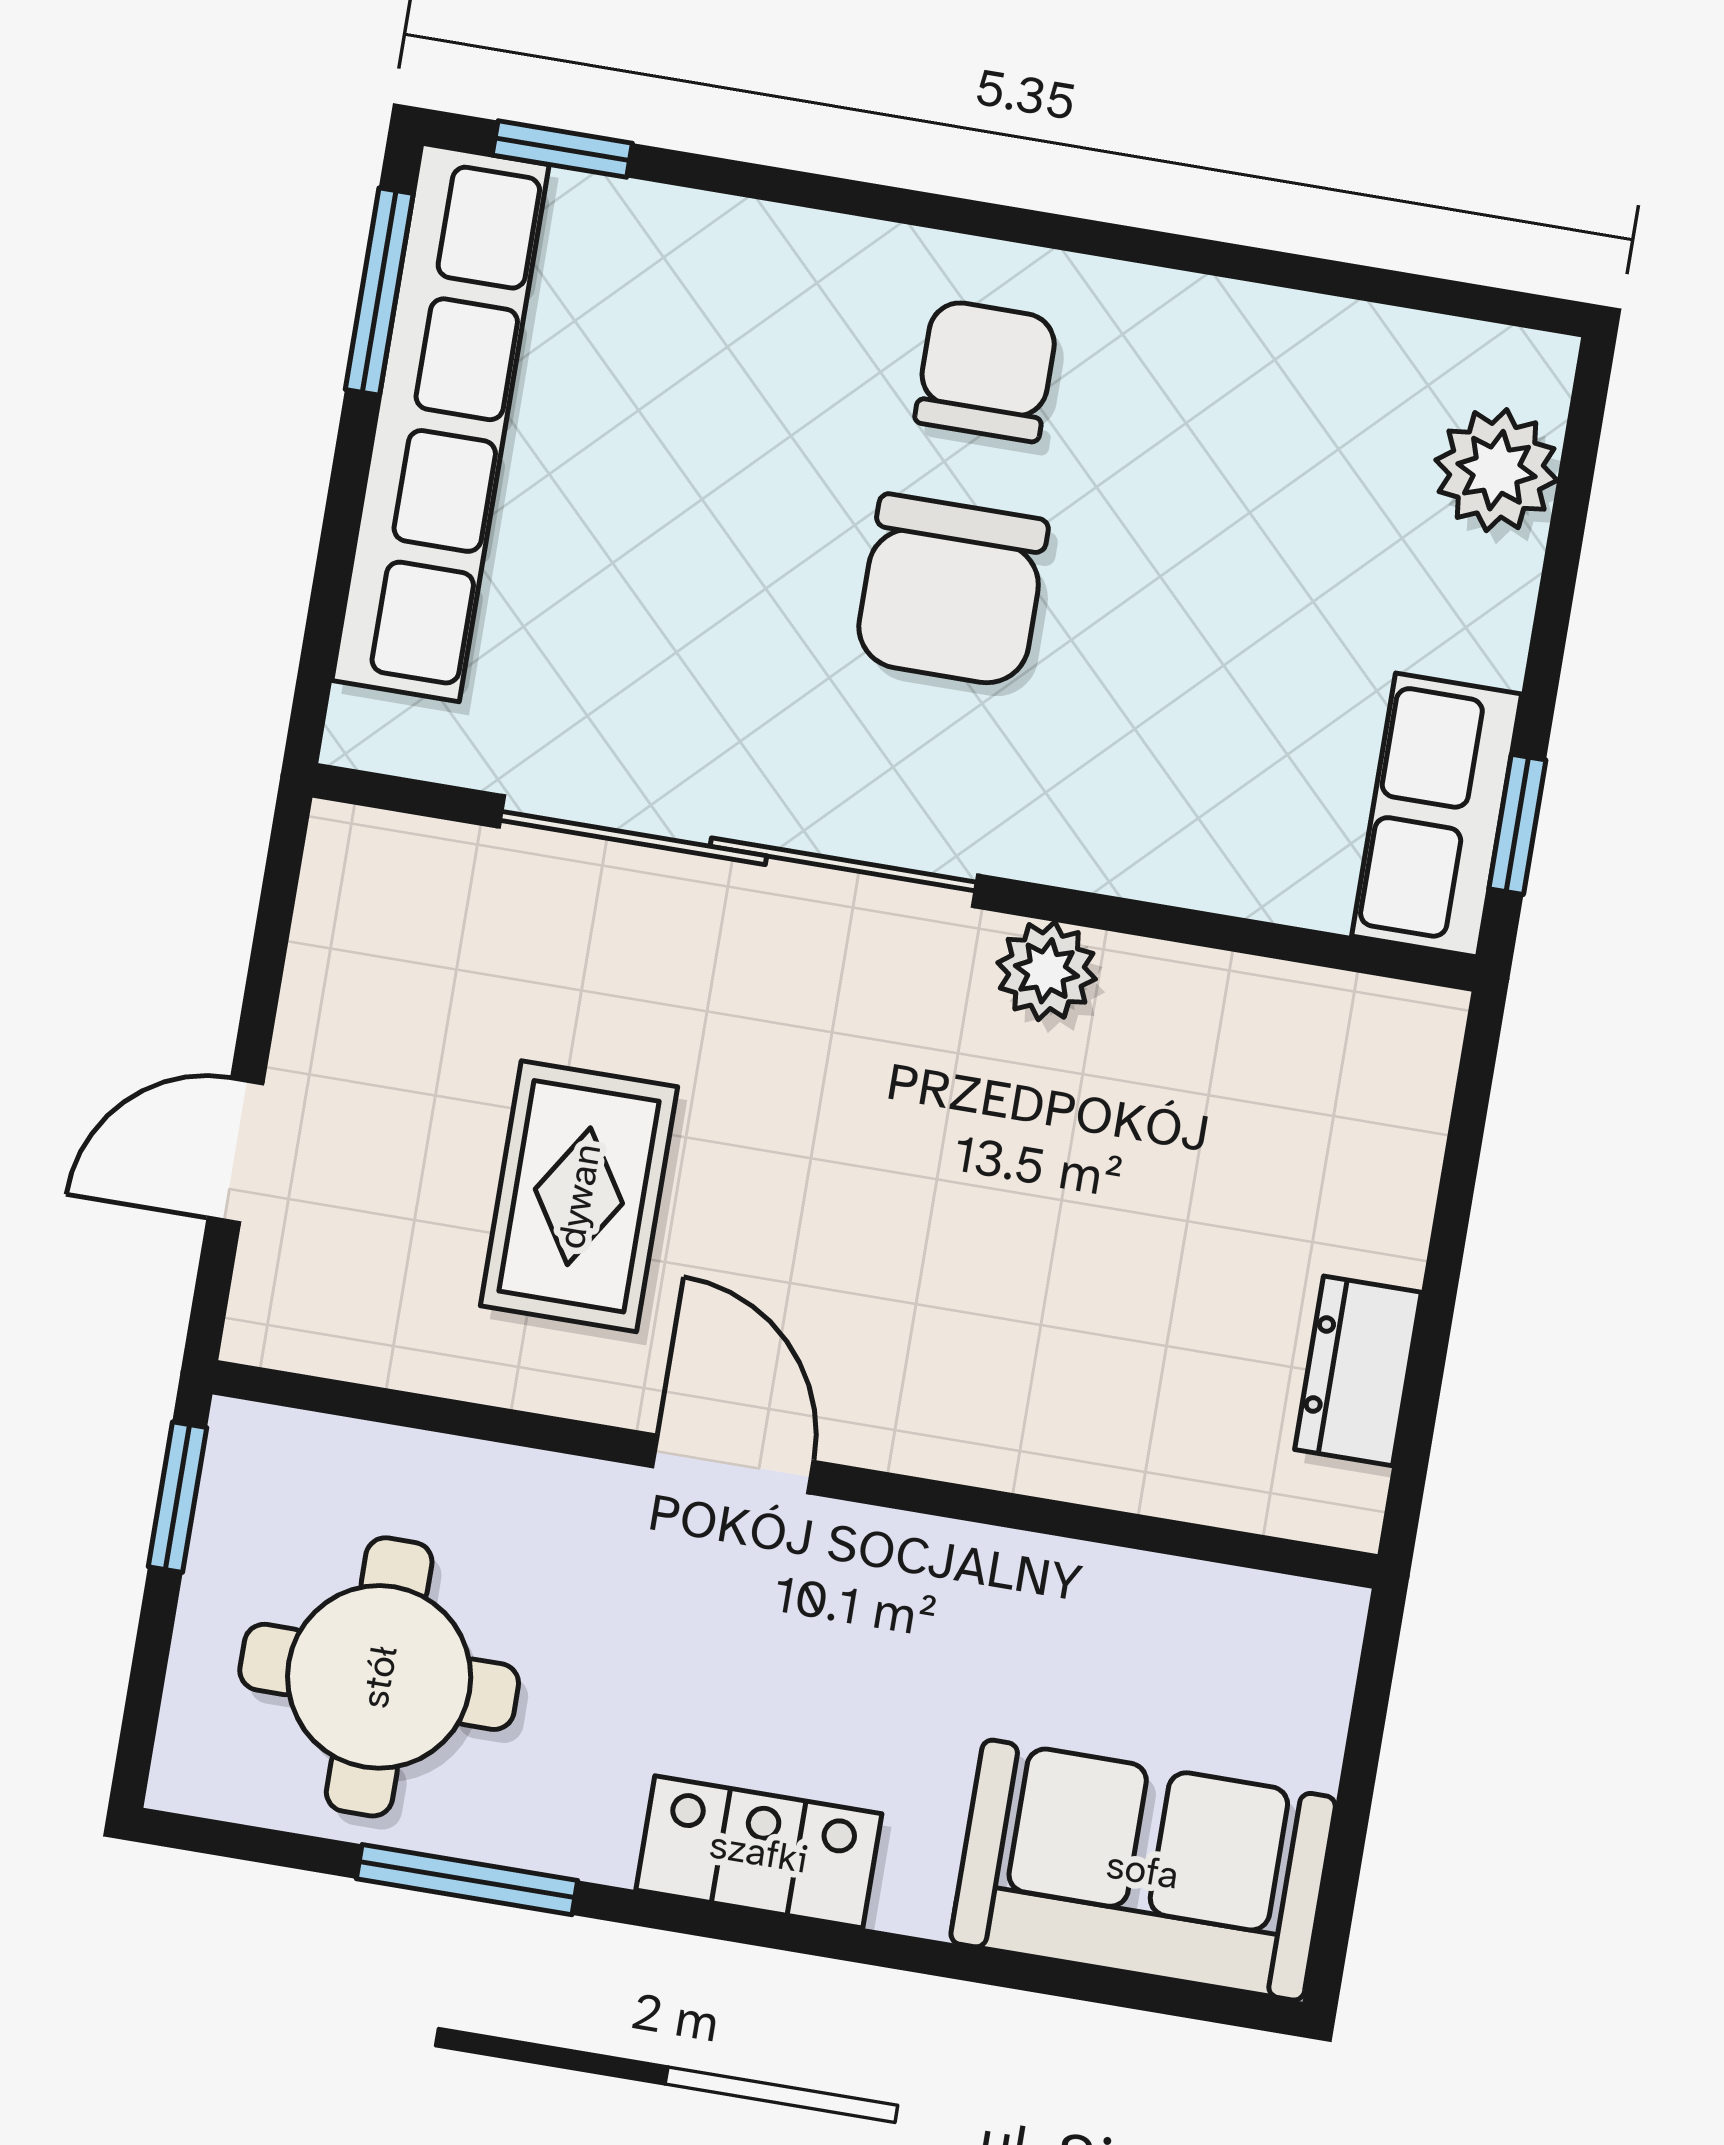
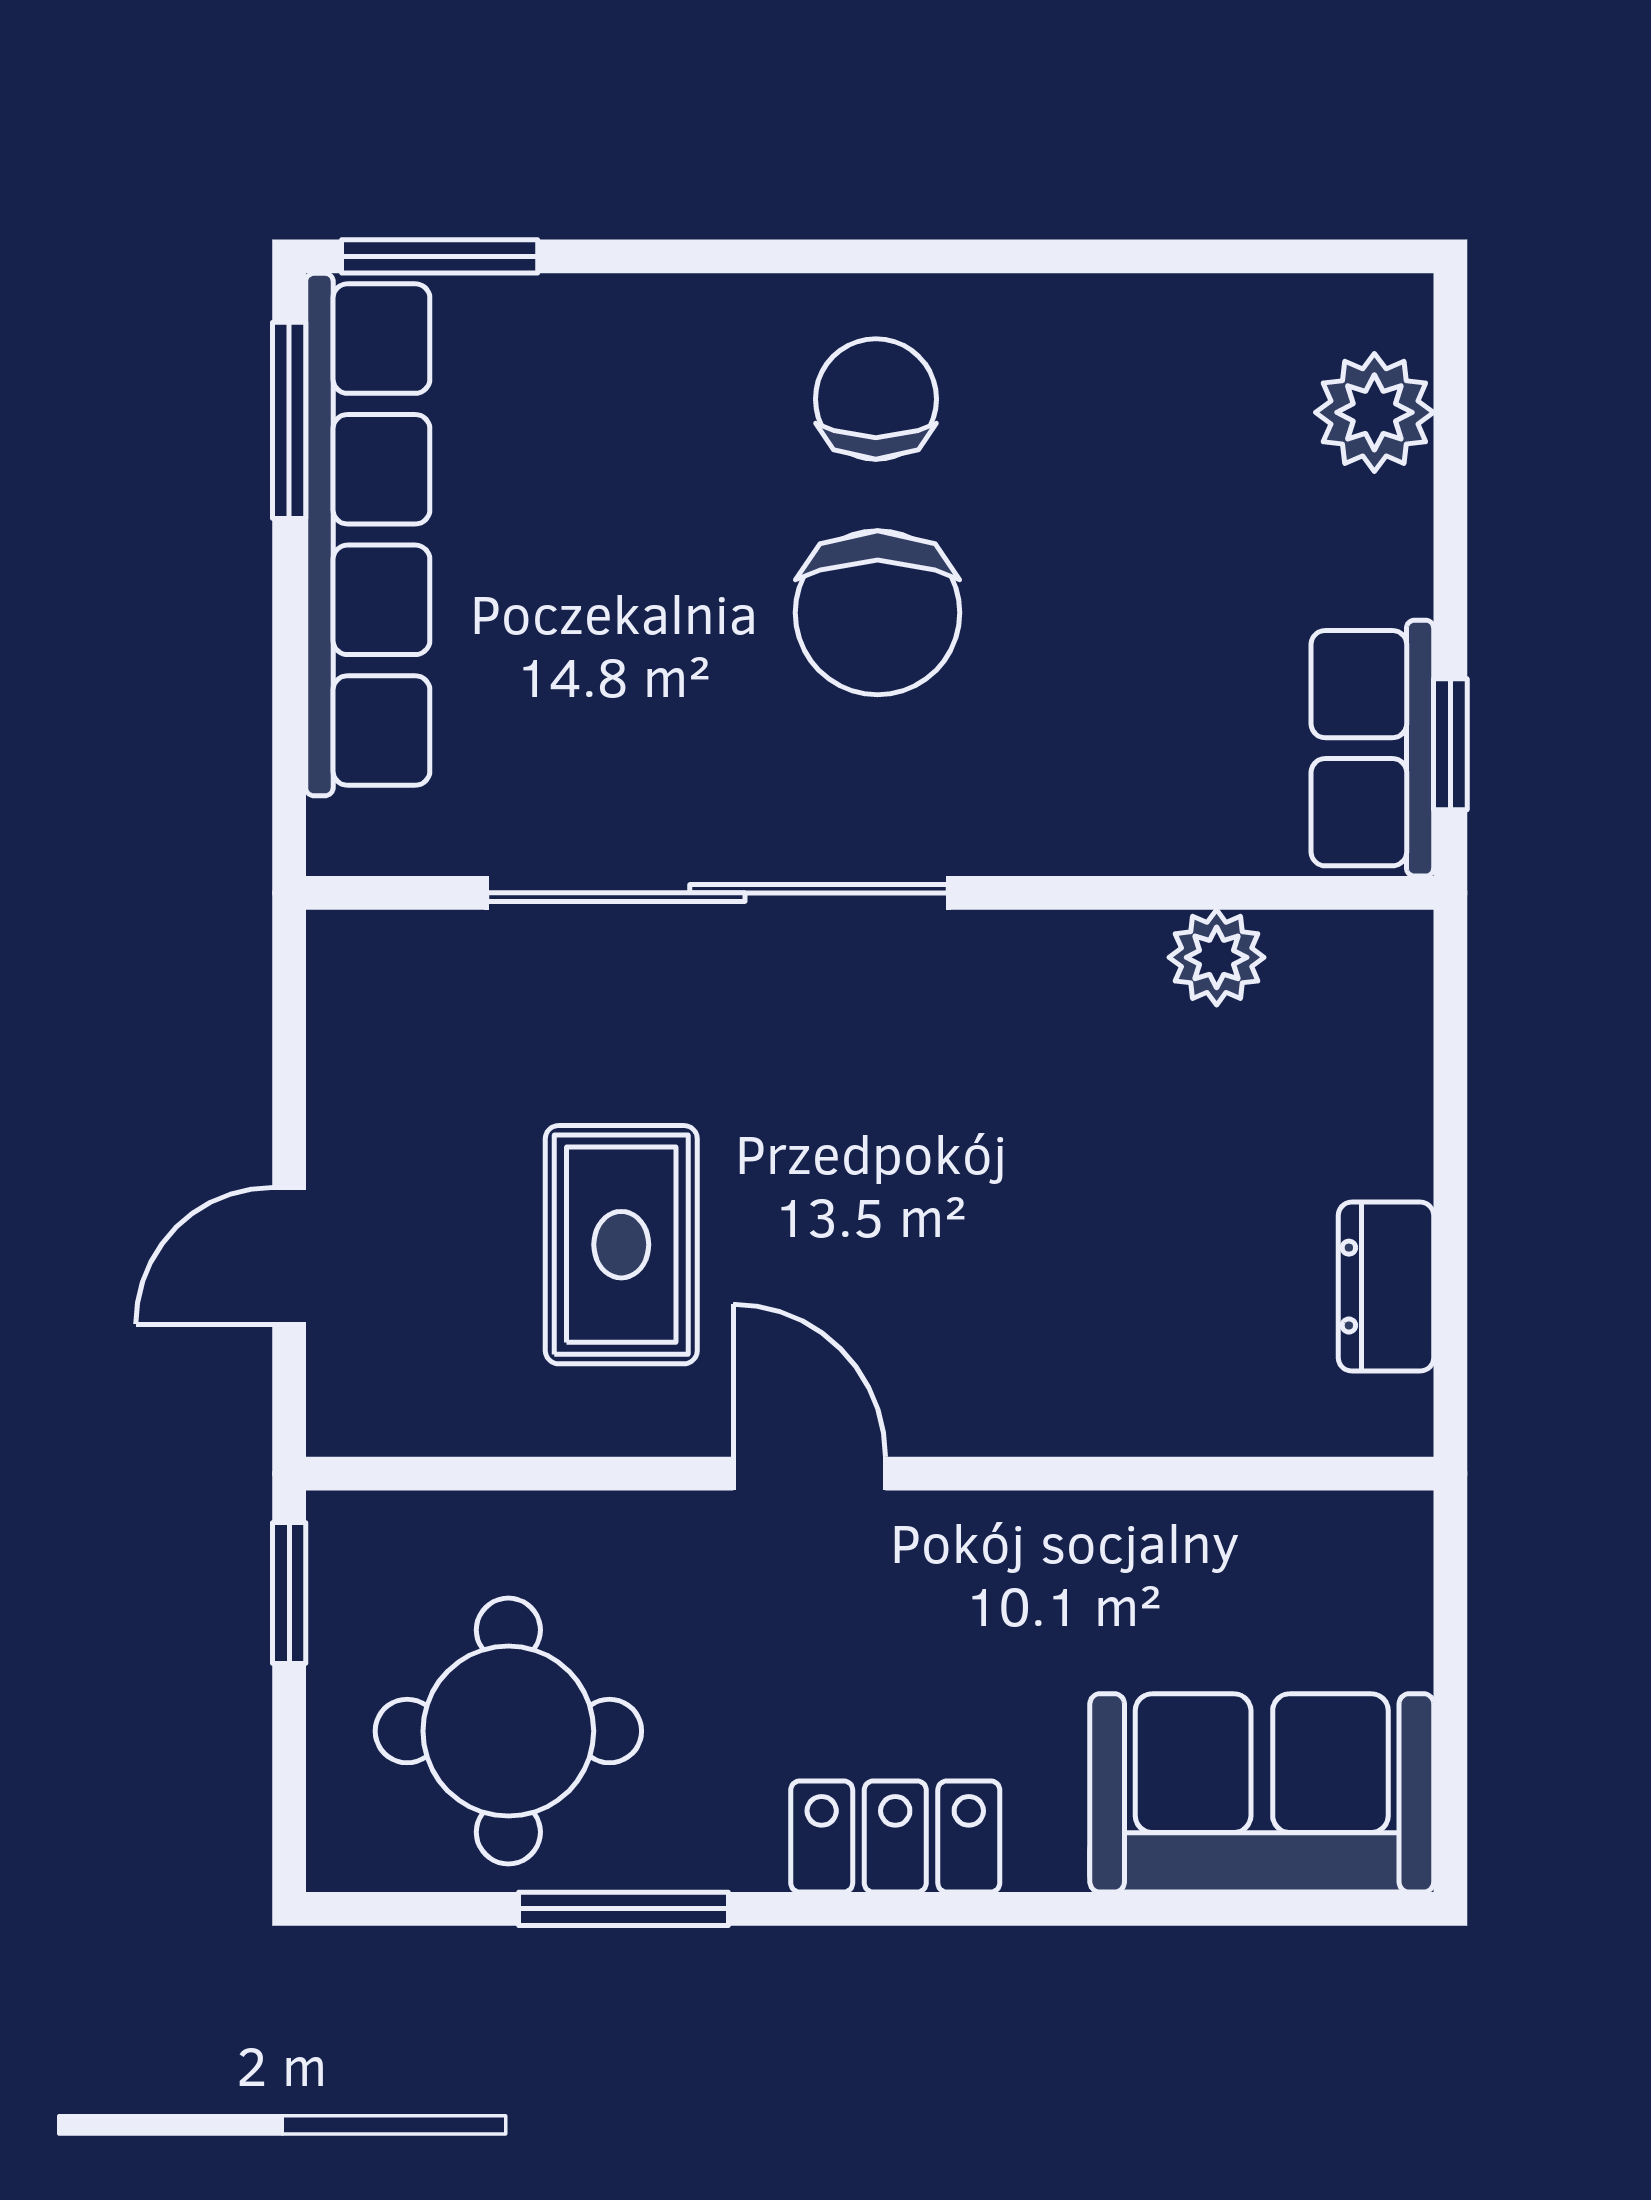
window: (562, 149) -> (440, 256), width x1.50
plant: (1047, 971) -> (1217, 957), moved

